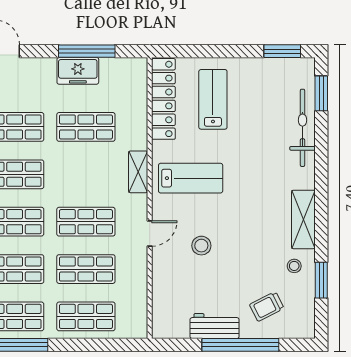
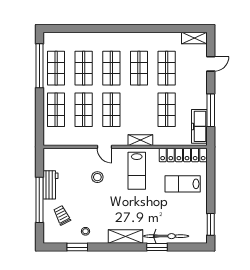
freezer: (78, 71) -> (199, 126), moved, width x1.40
window: (321, 93) -> (157, 247), moved
lab bench: (213, 99) -> (183, 184), turned 180
shelving: (303, 219) -> (125, 237), moved

